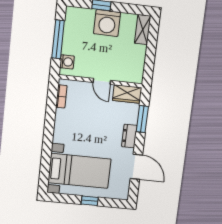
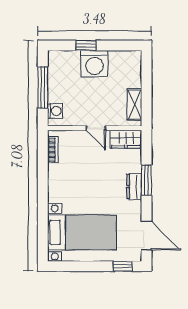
shelving: (143, 30) -> (134, 105), moved
window: (142, 119) -> (146, 180), moved
door: (136, 167) -> (146, 236), moved
window: (90, 201) -> (123, 266), moved

